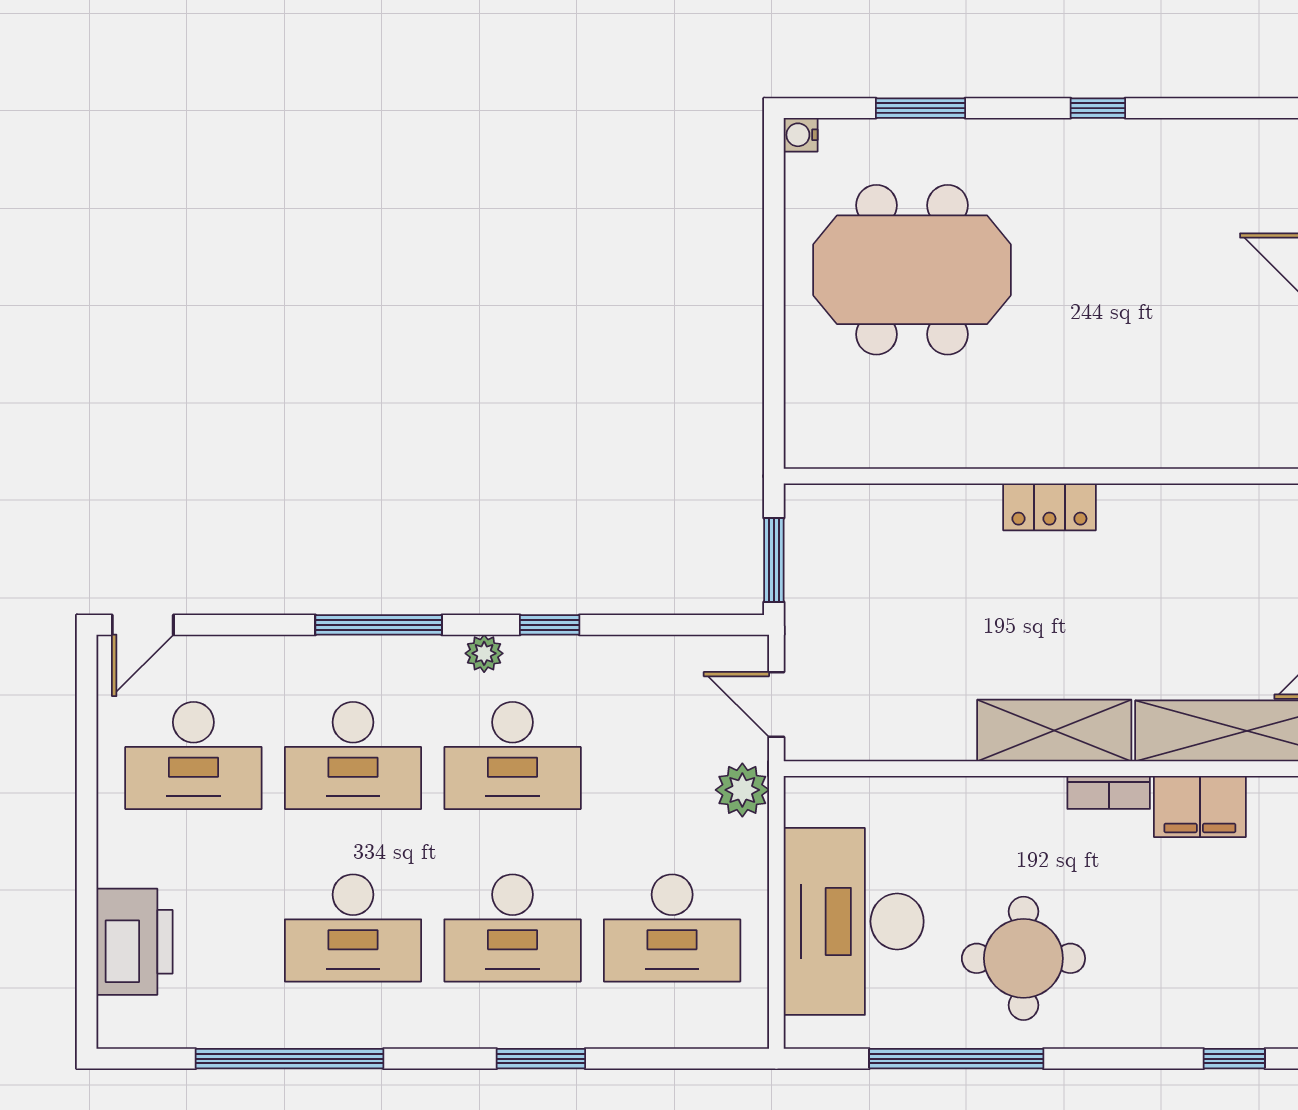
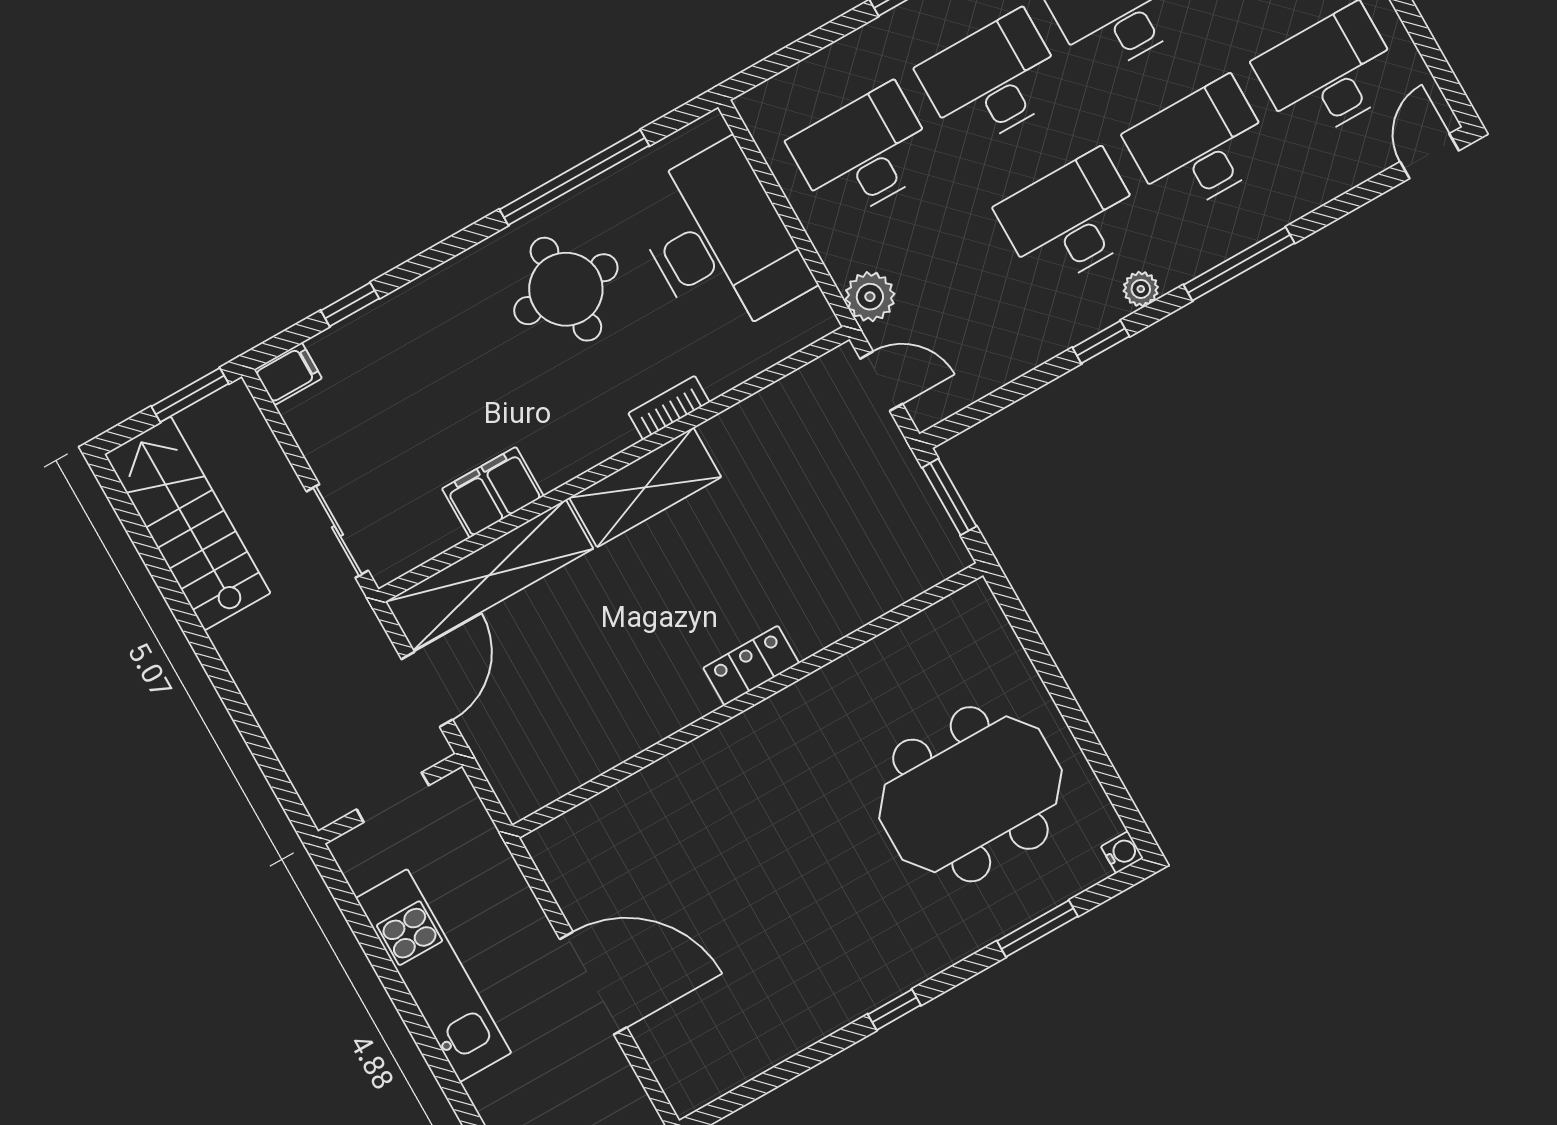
bookcase: (1109, 792) -> (669, 408), moved

